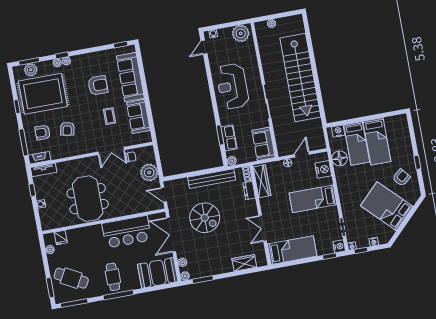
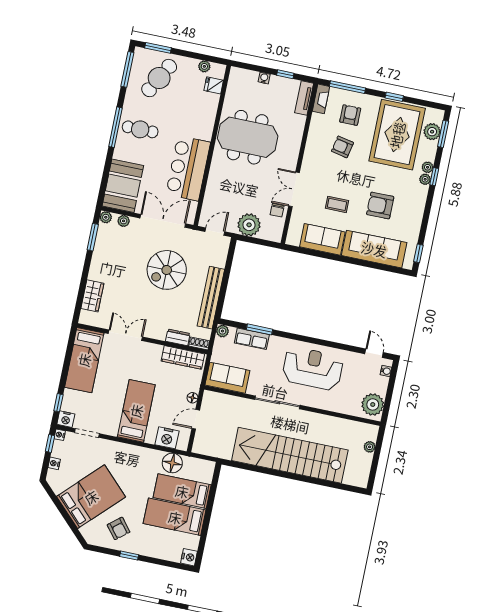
armchair: (98, 85) -> (380, 205), turned 90
nightstand: (338, 131) -> (189, 557), moved
door: (302, 154) -> (196, 419), swing flipped

